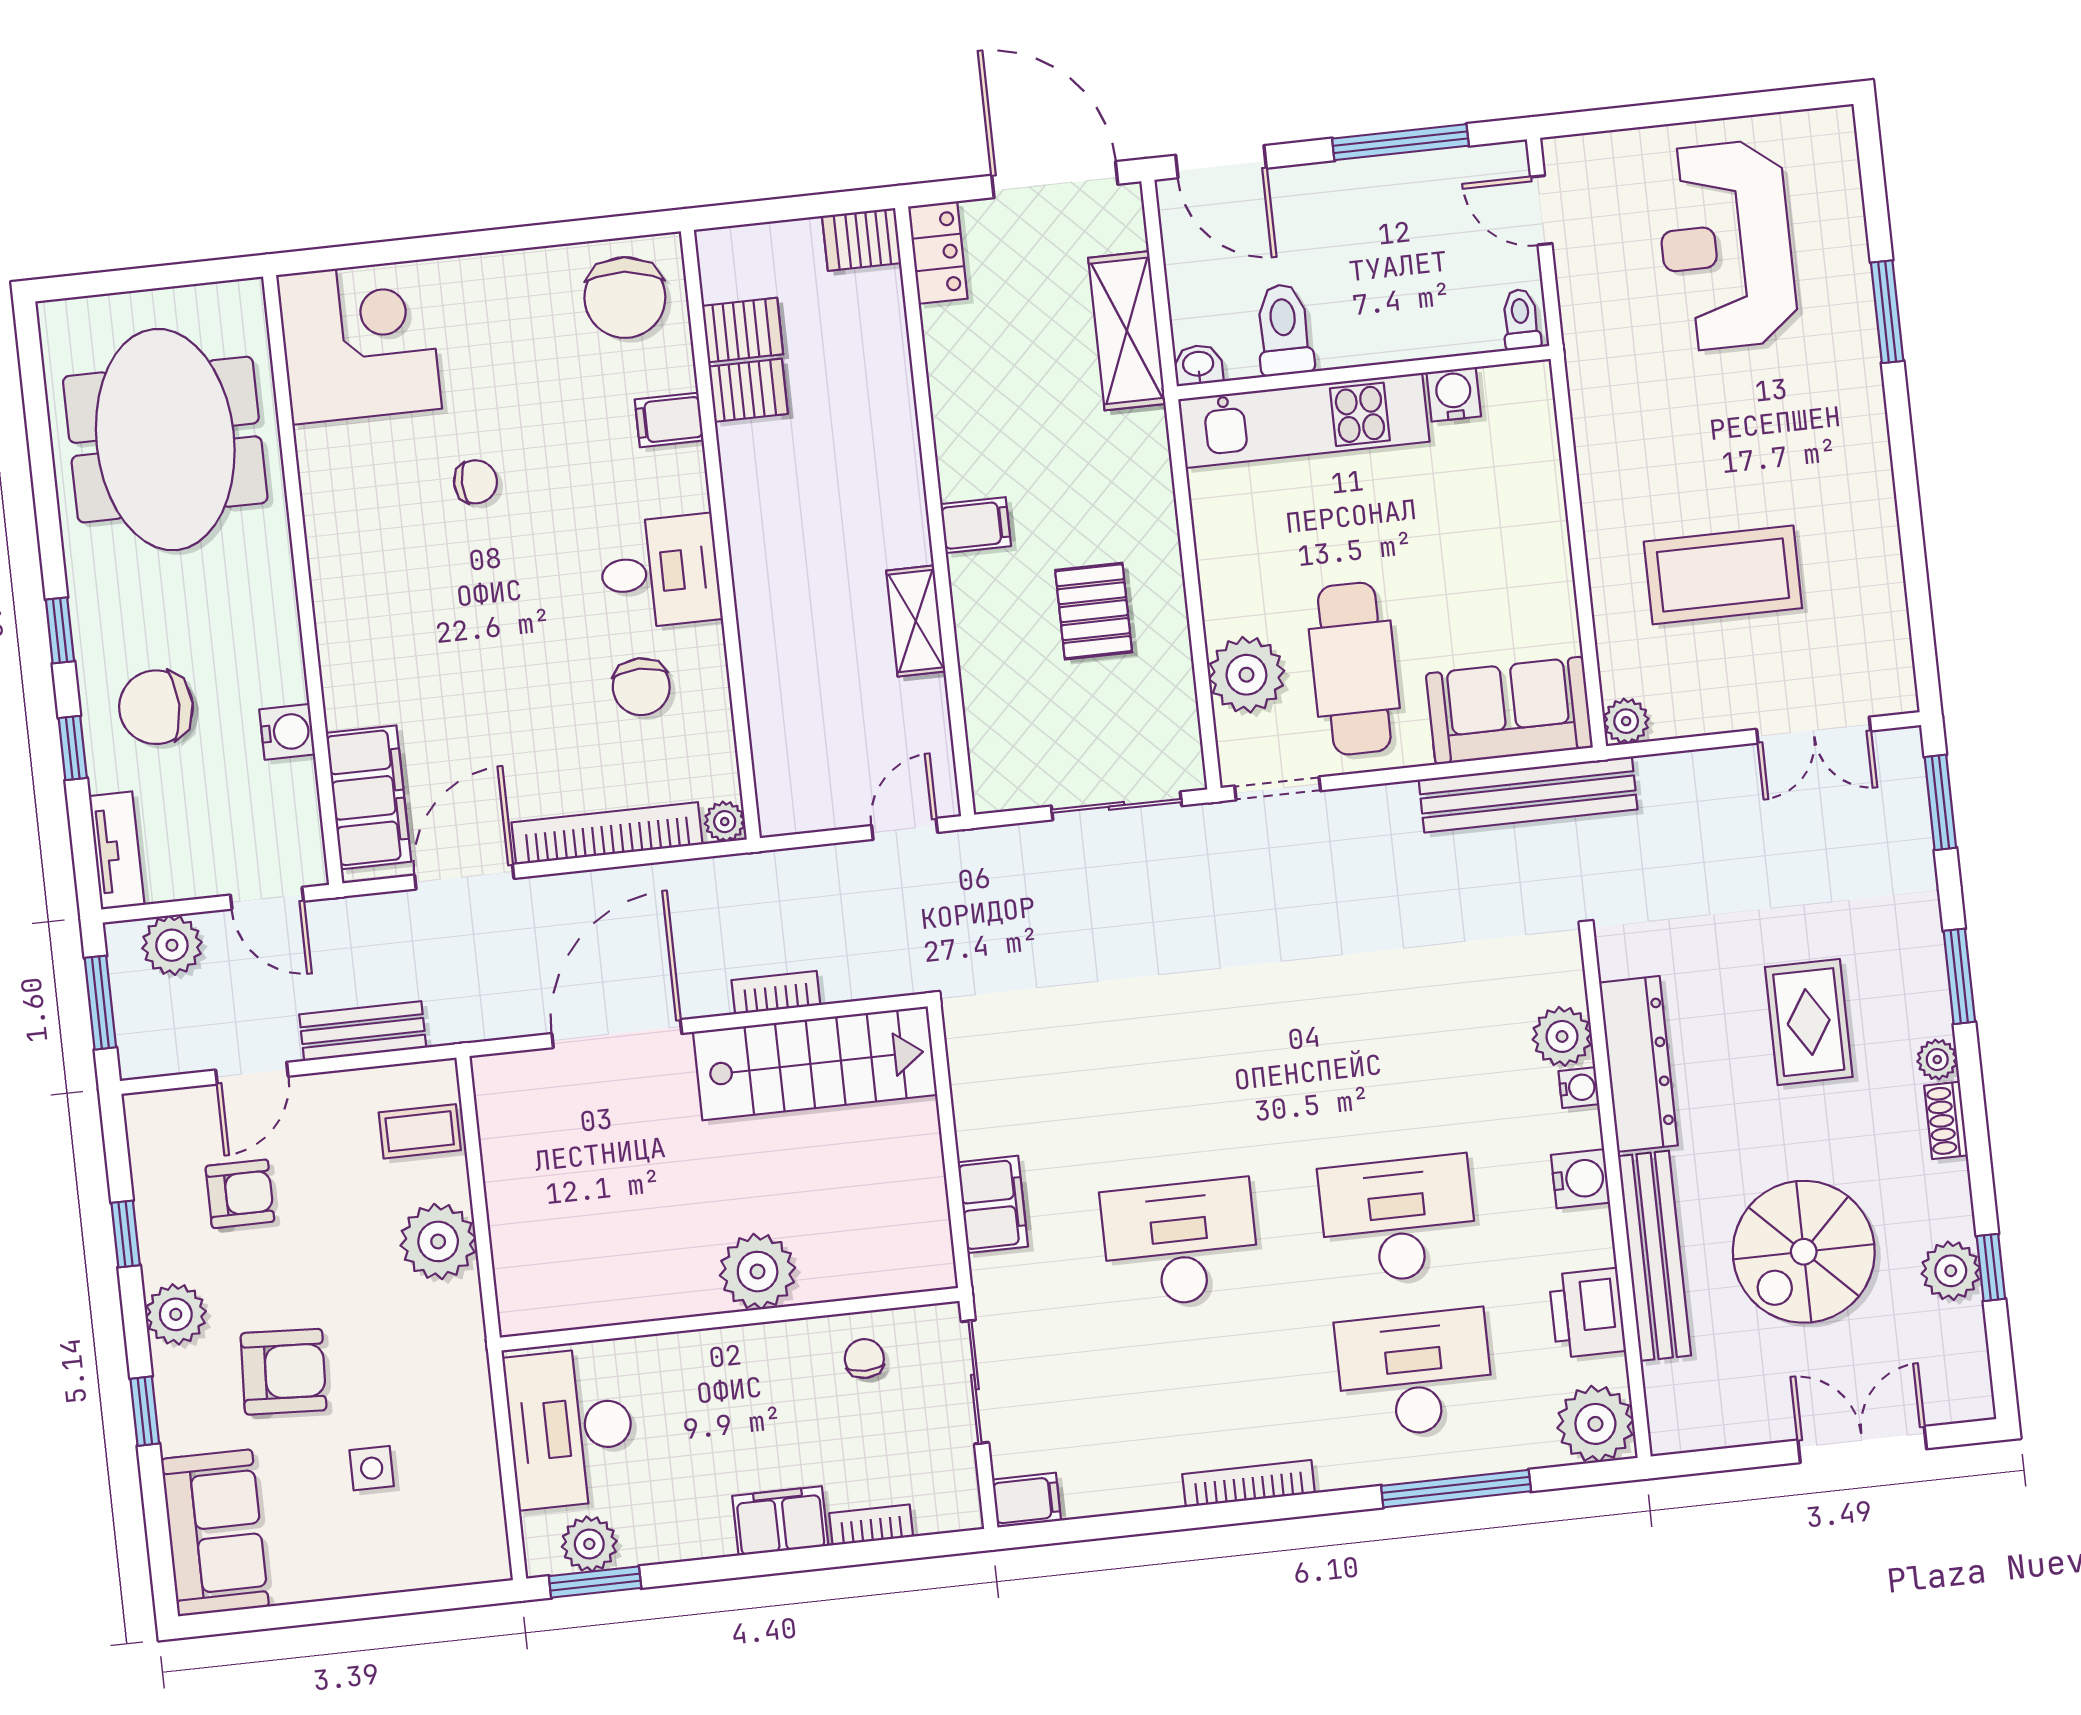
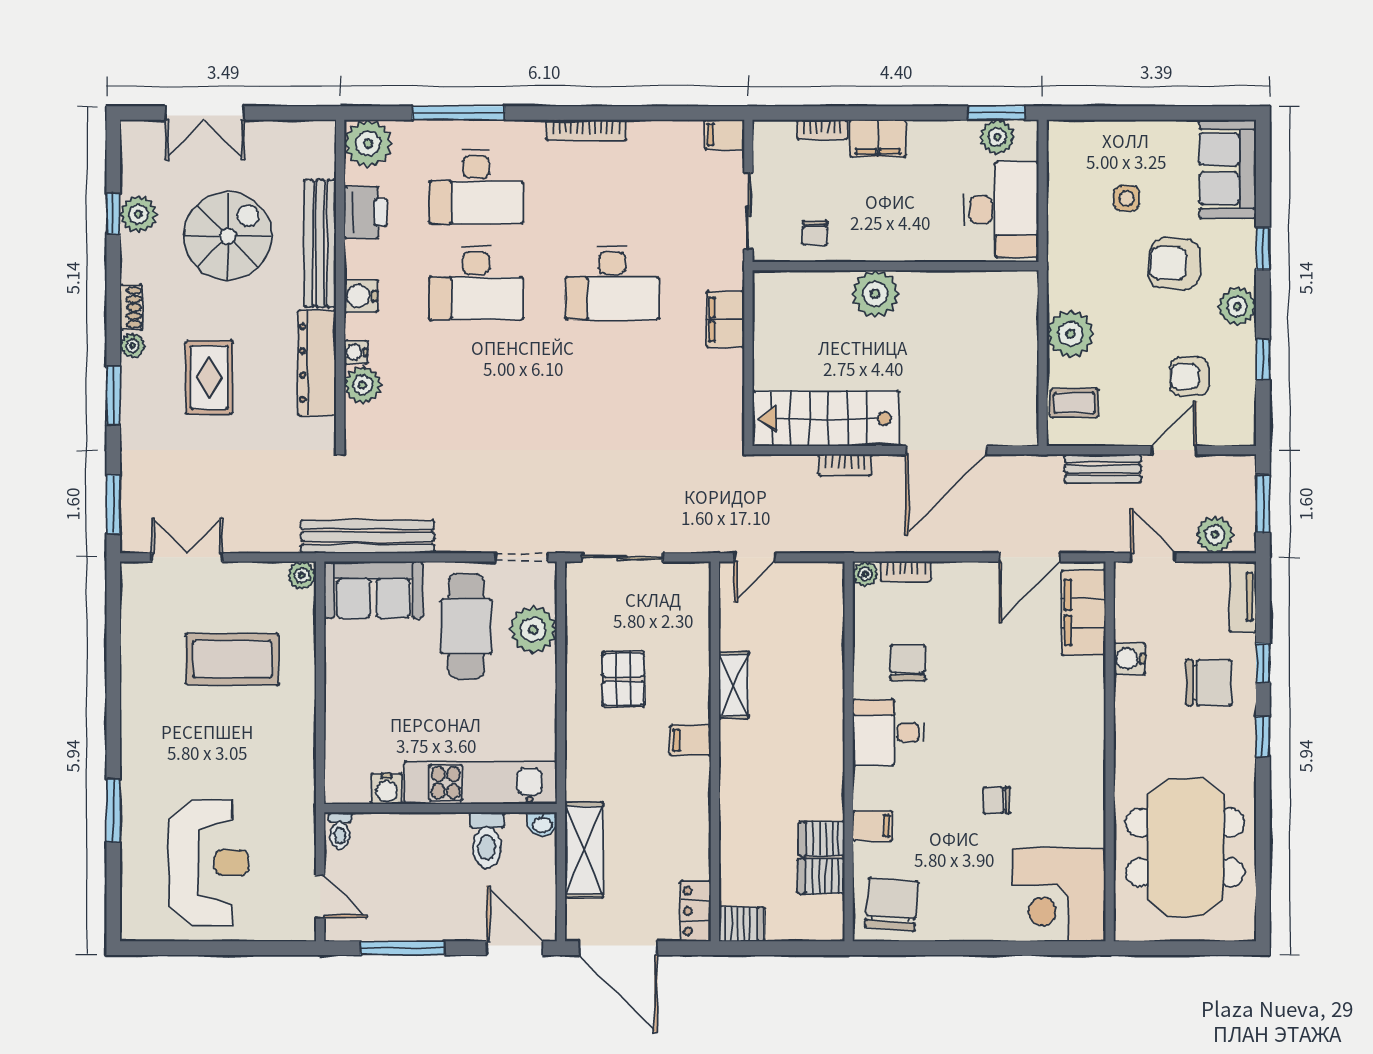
bookcase: (607, 833) -> (906, 571), width x0.43, depth x0.76

